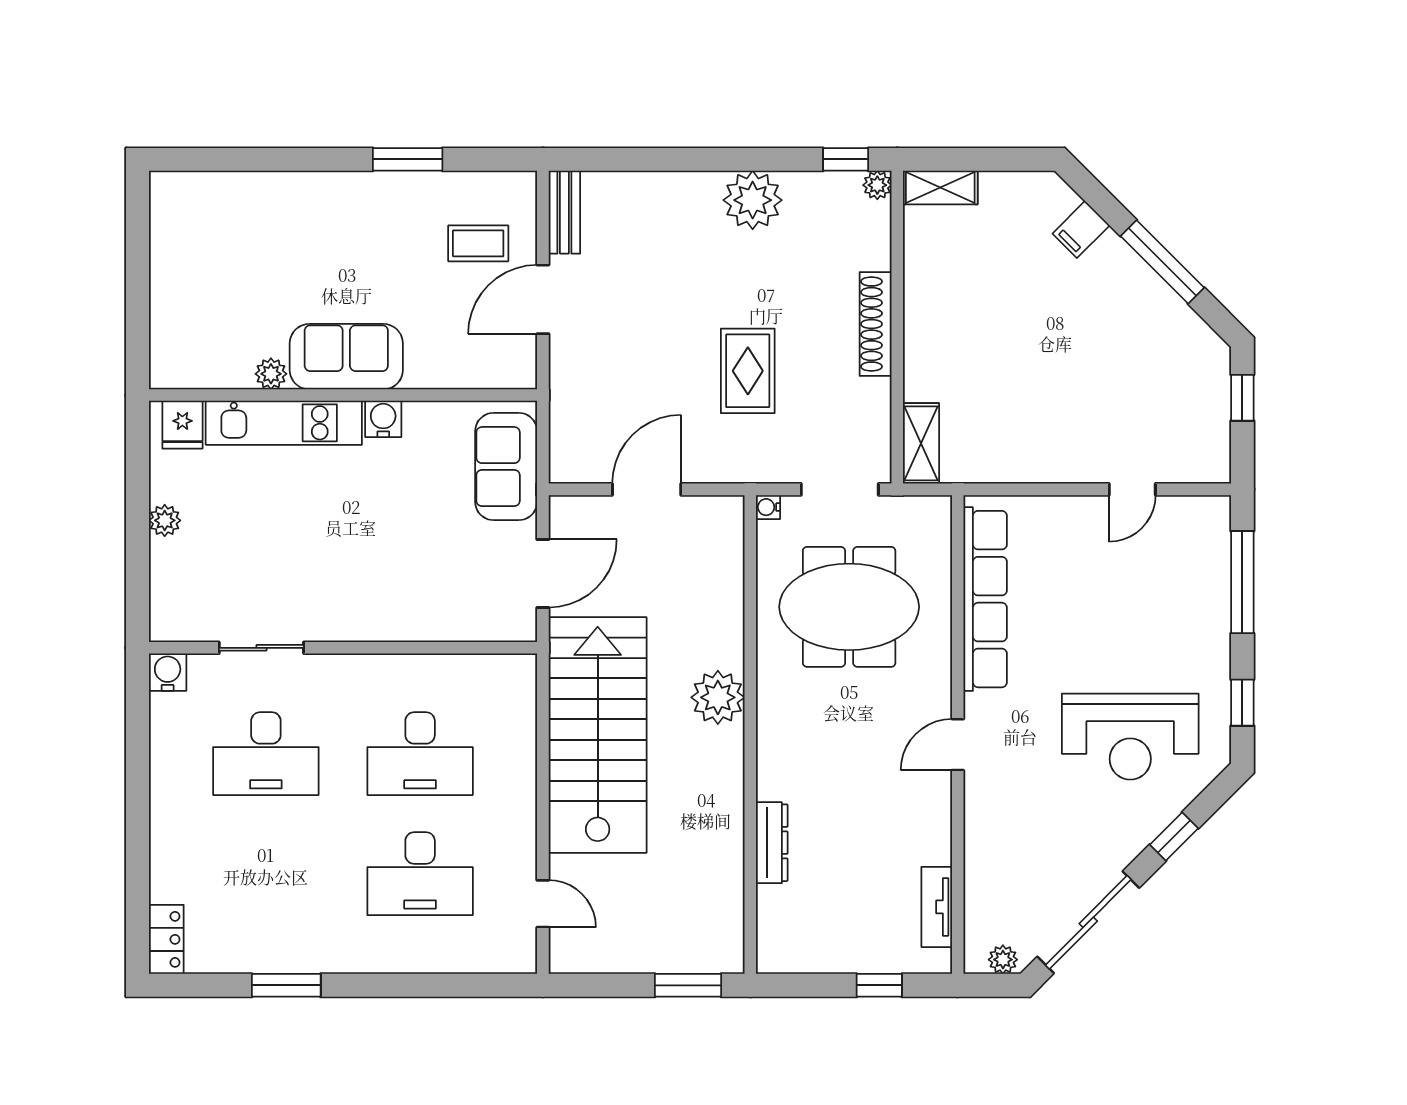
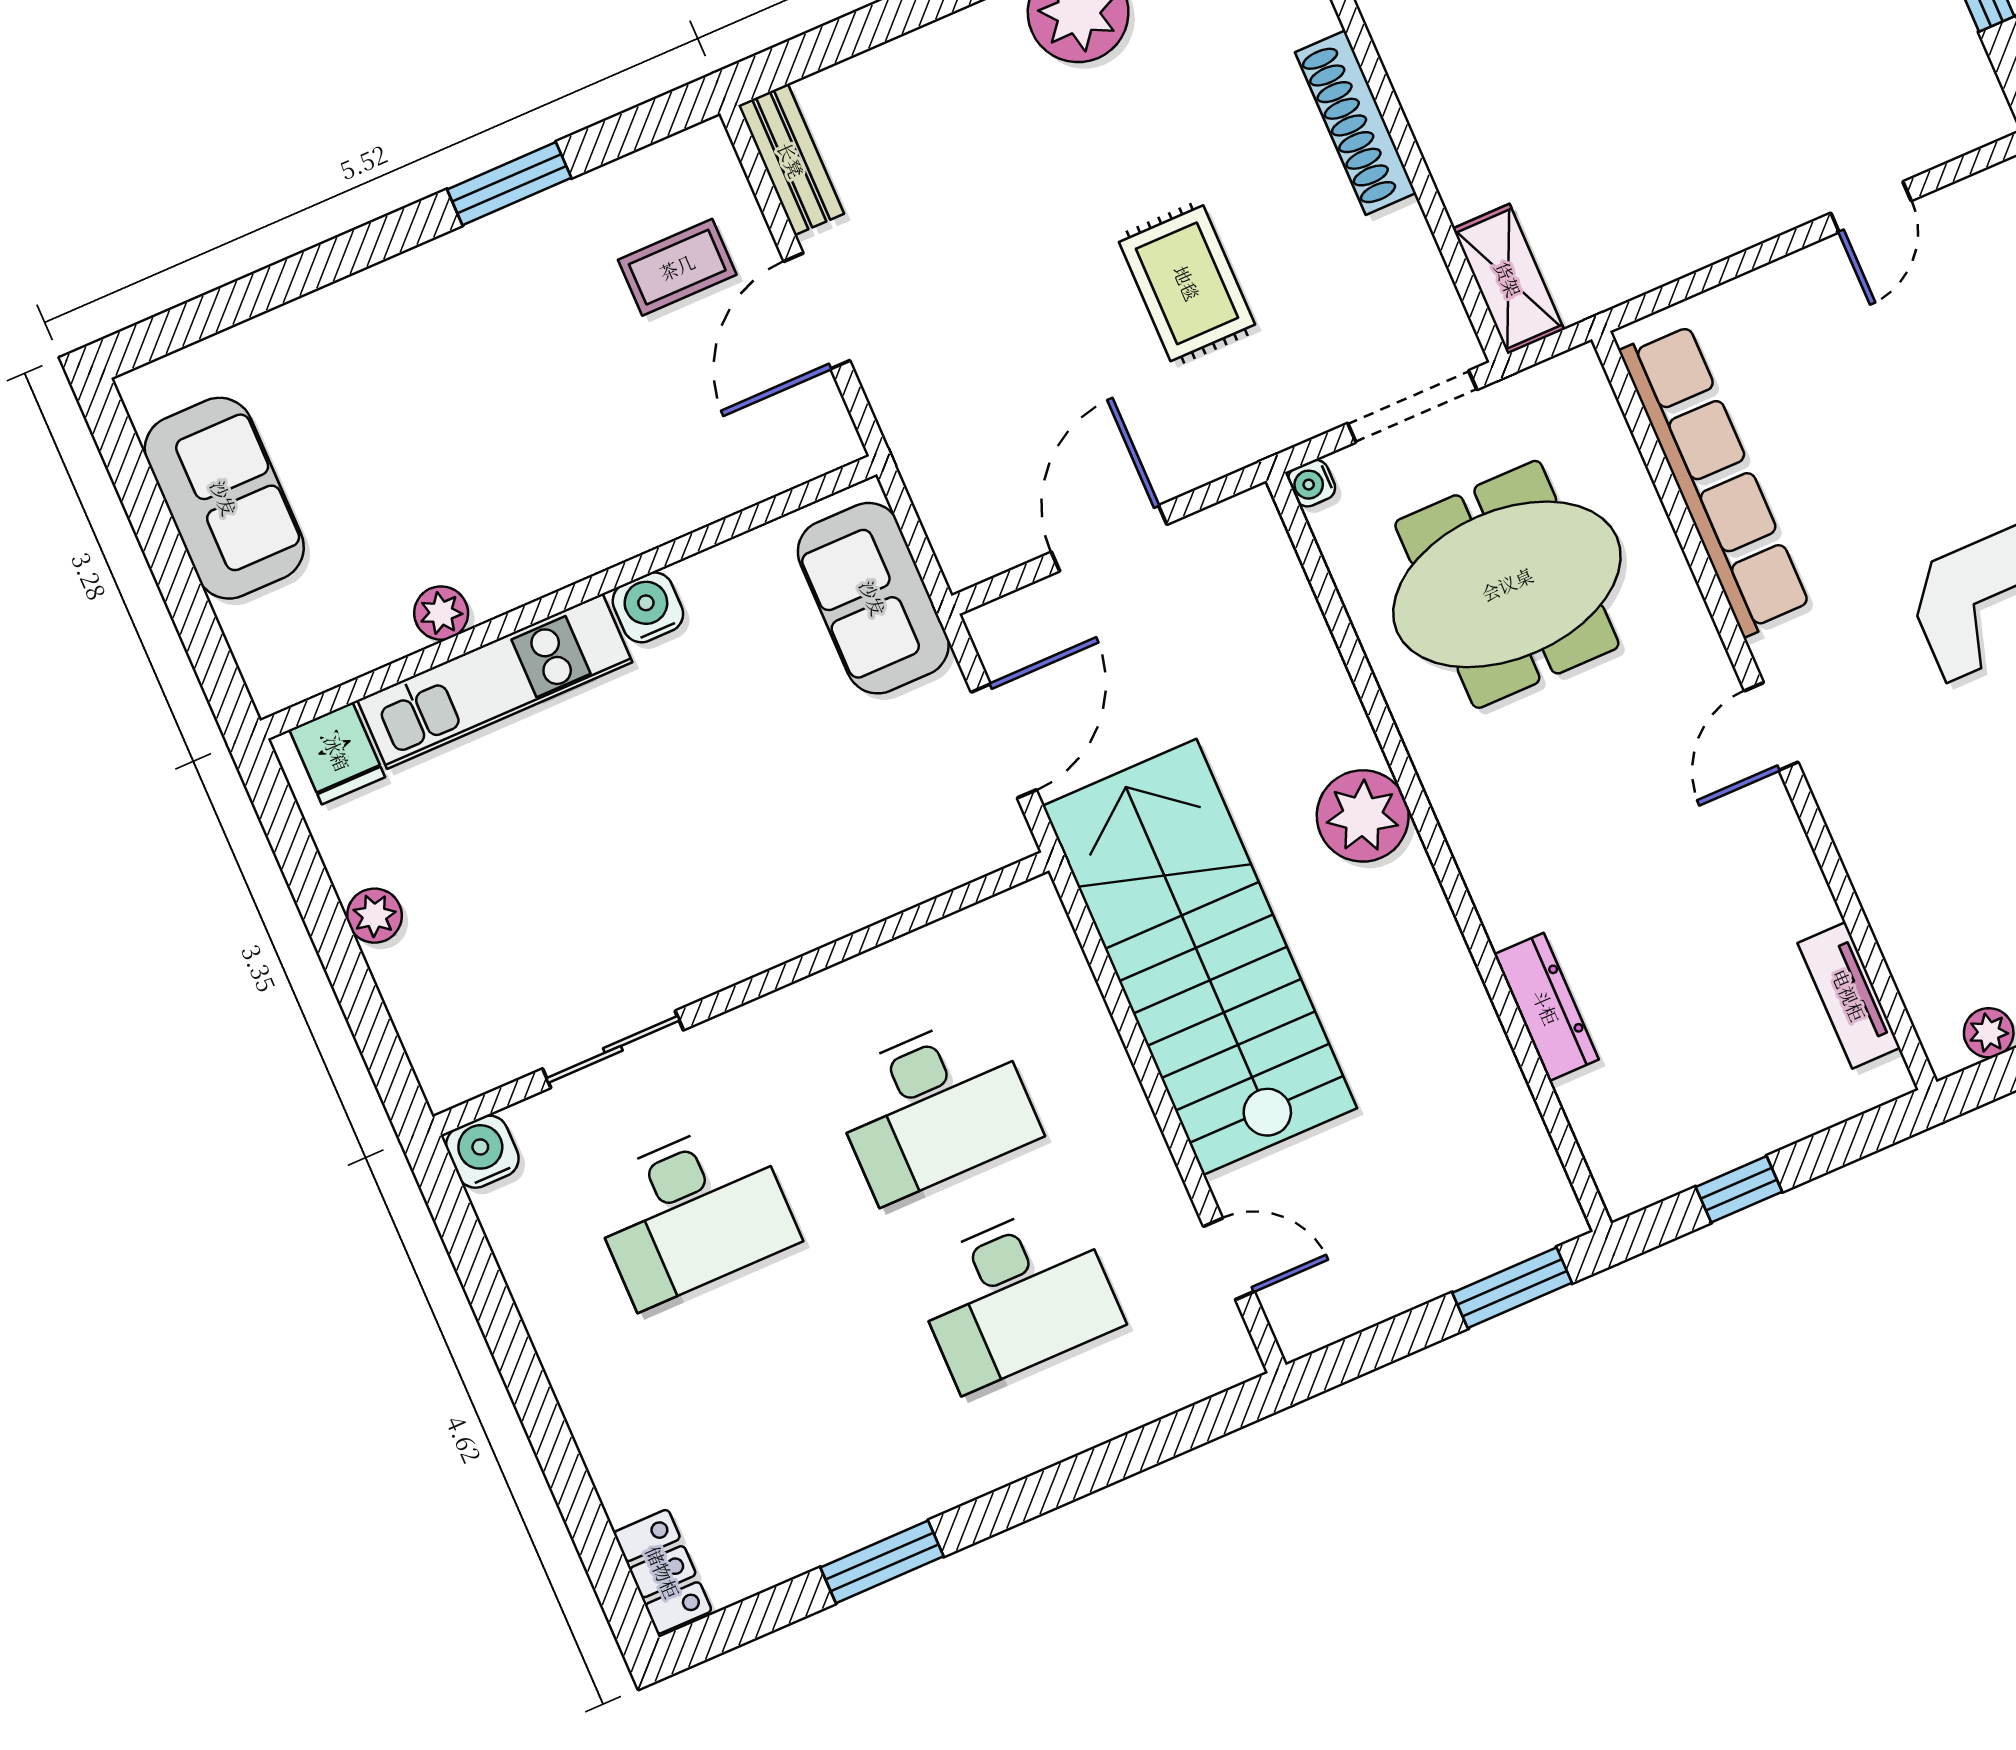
sofa: (346, 357) -> (224, 498), moved, turned 90
window: (879, 985) -> (1739, 1189), moved

